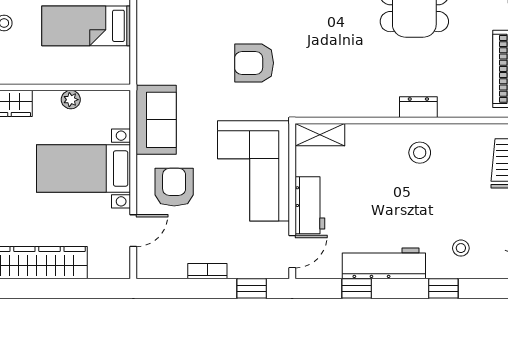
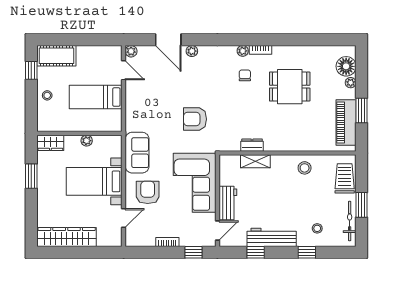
dresser: (418, 107) -> (252, 145), moved
shelving: (320, 135) -> (255, 161), moved
stool: (420, 153) -> (305, 168), moved

